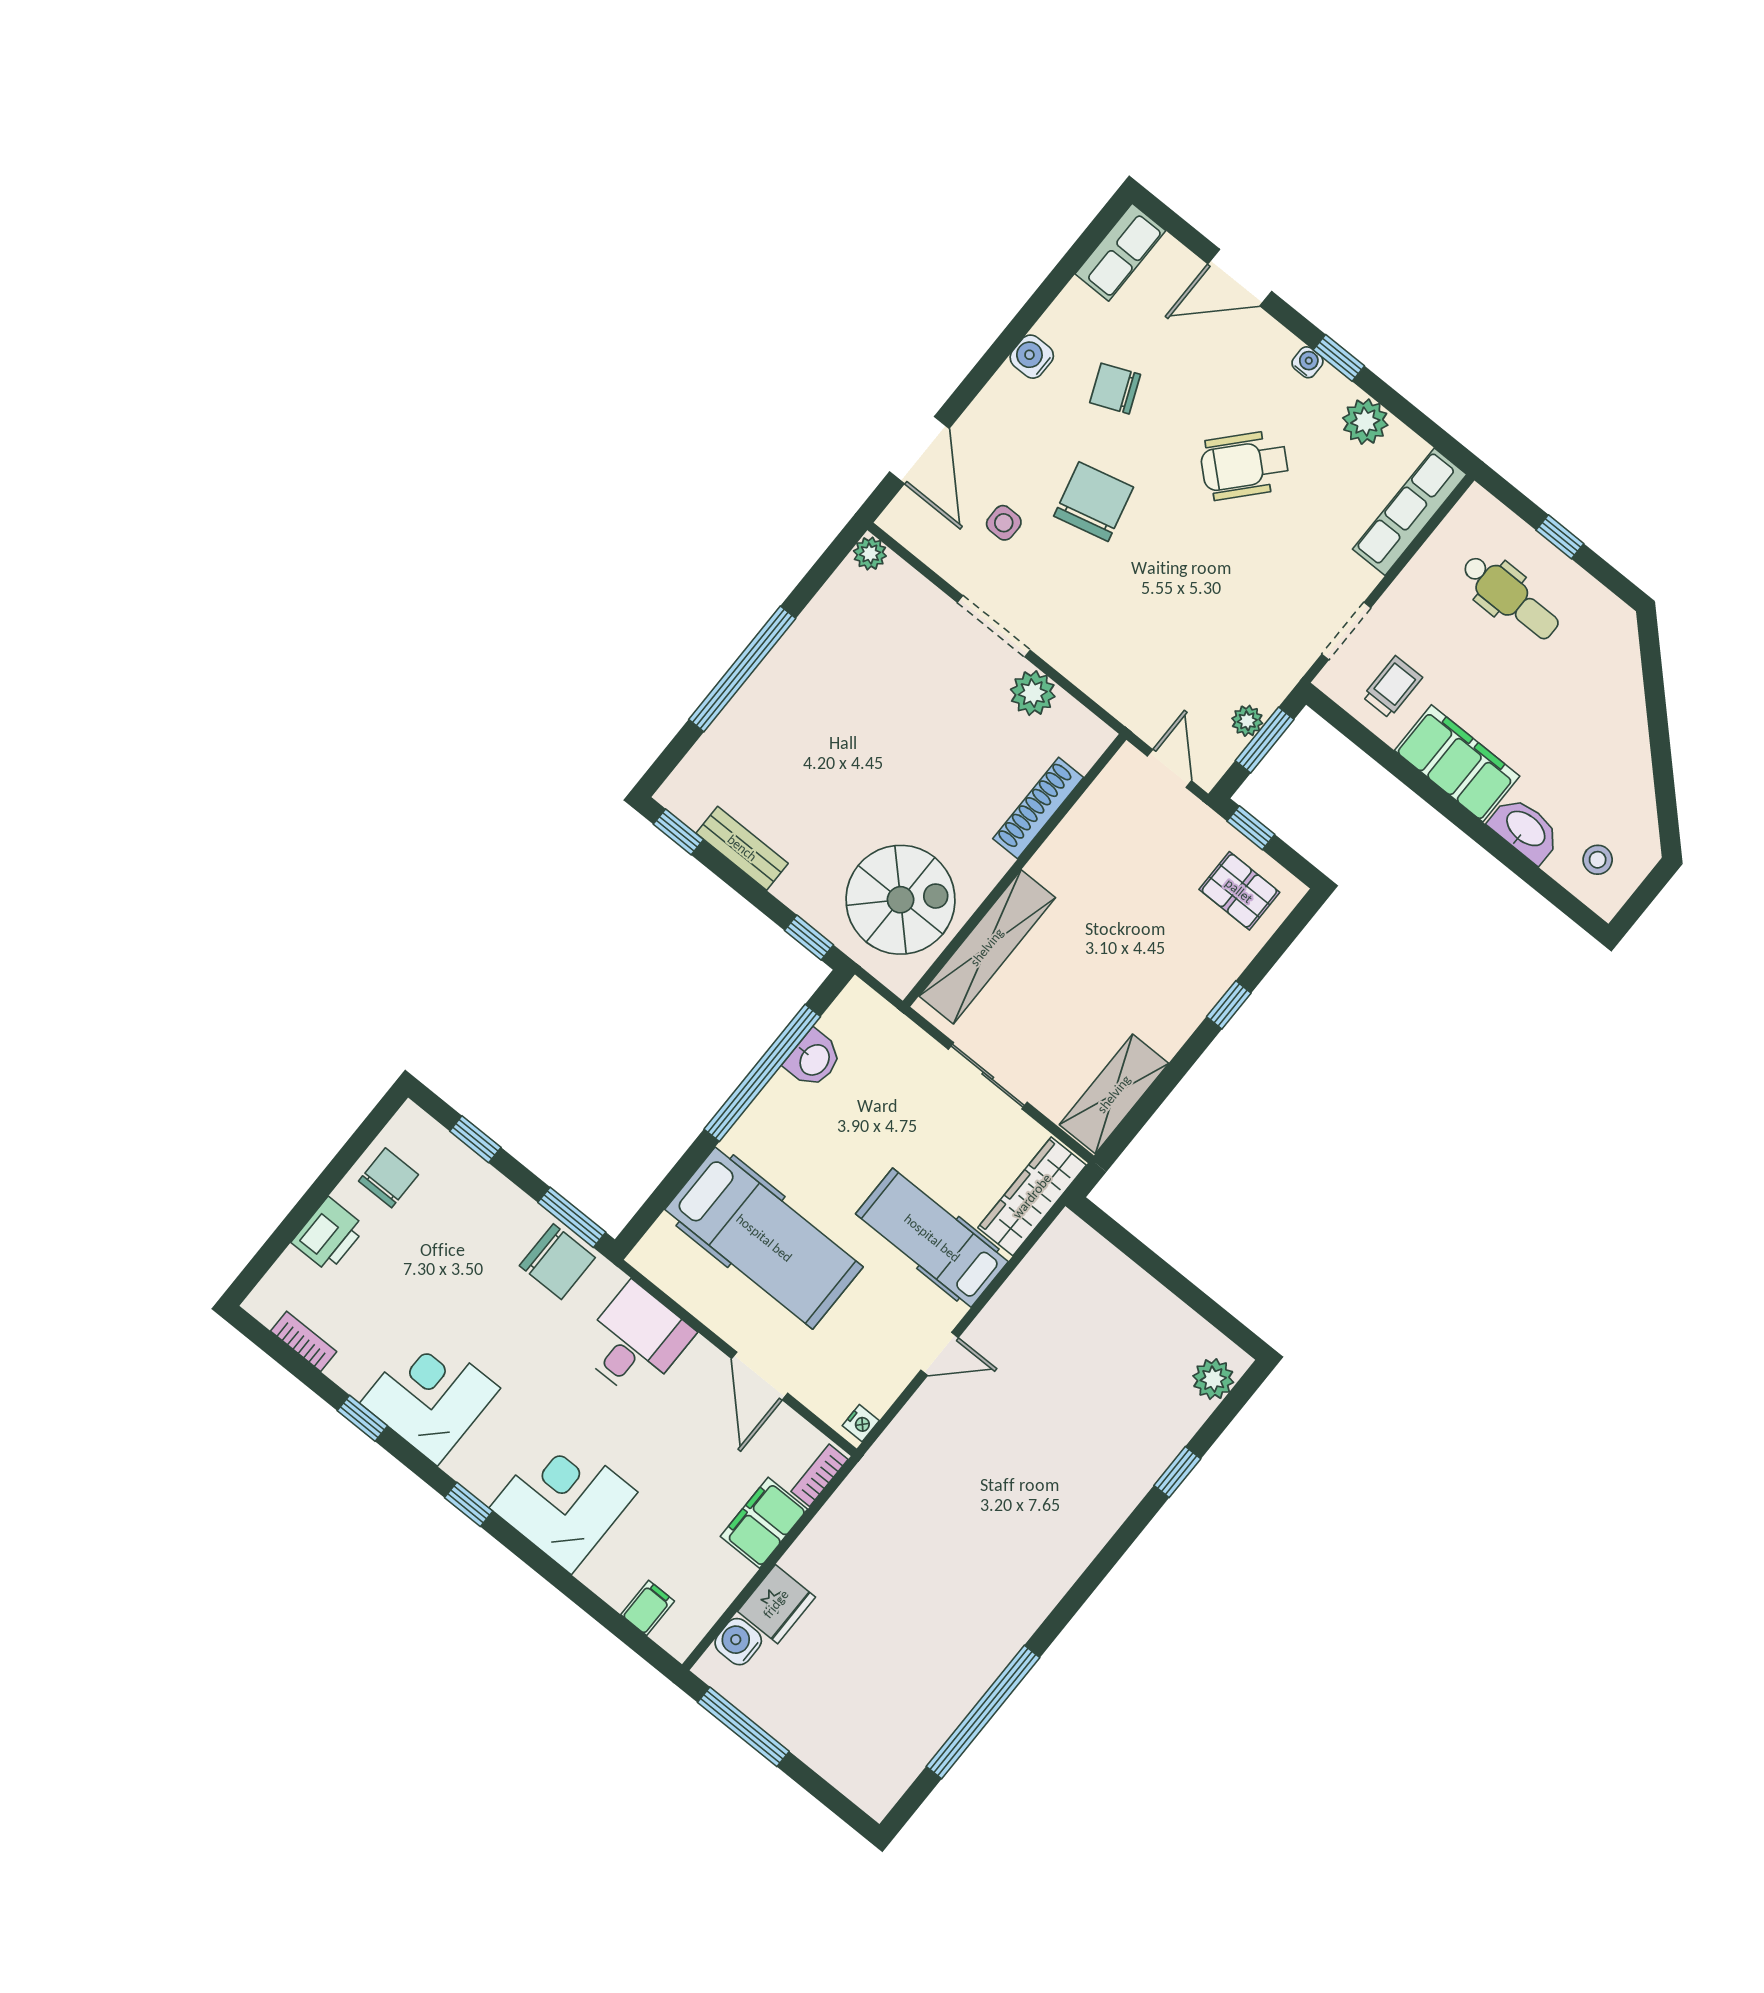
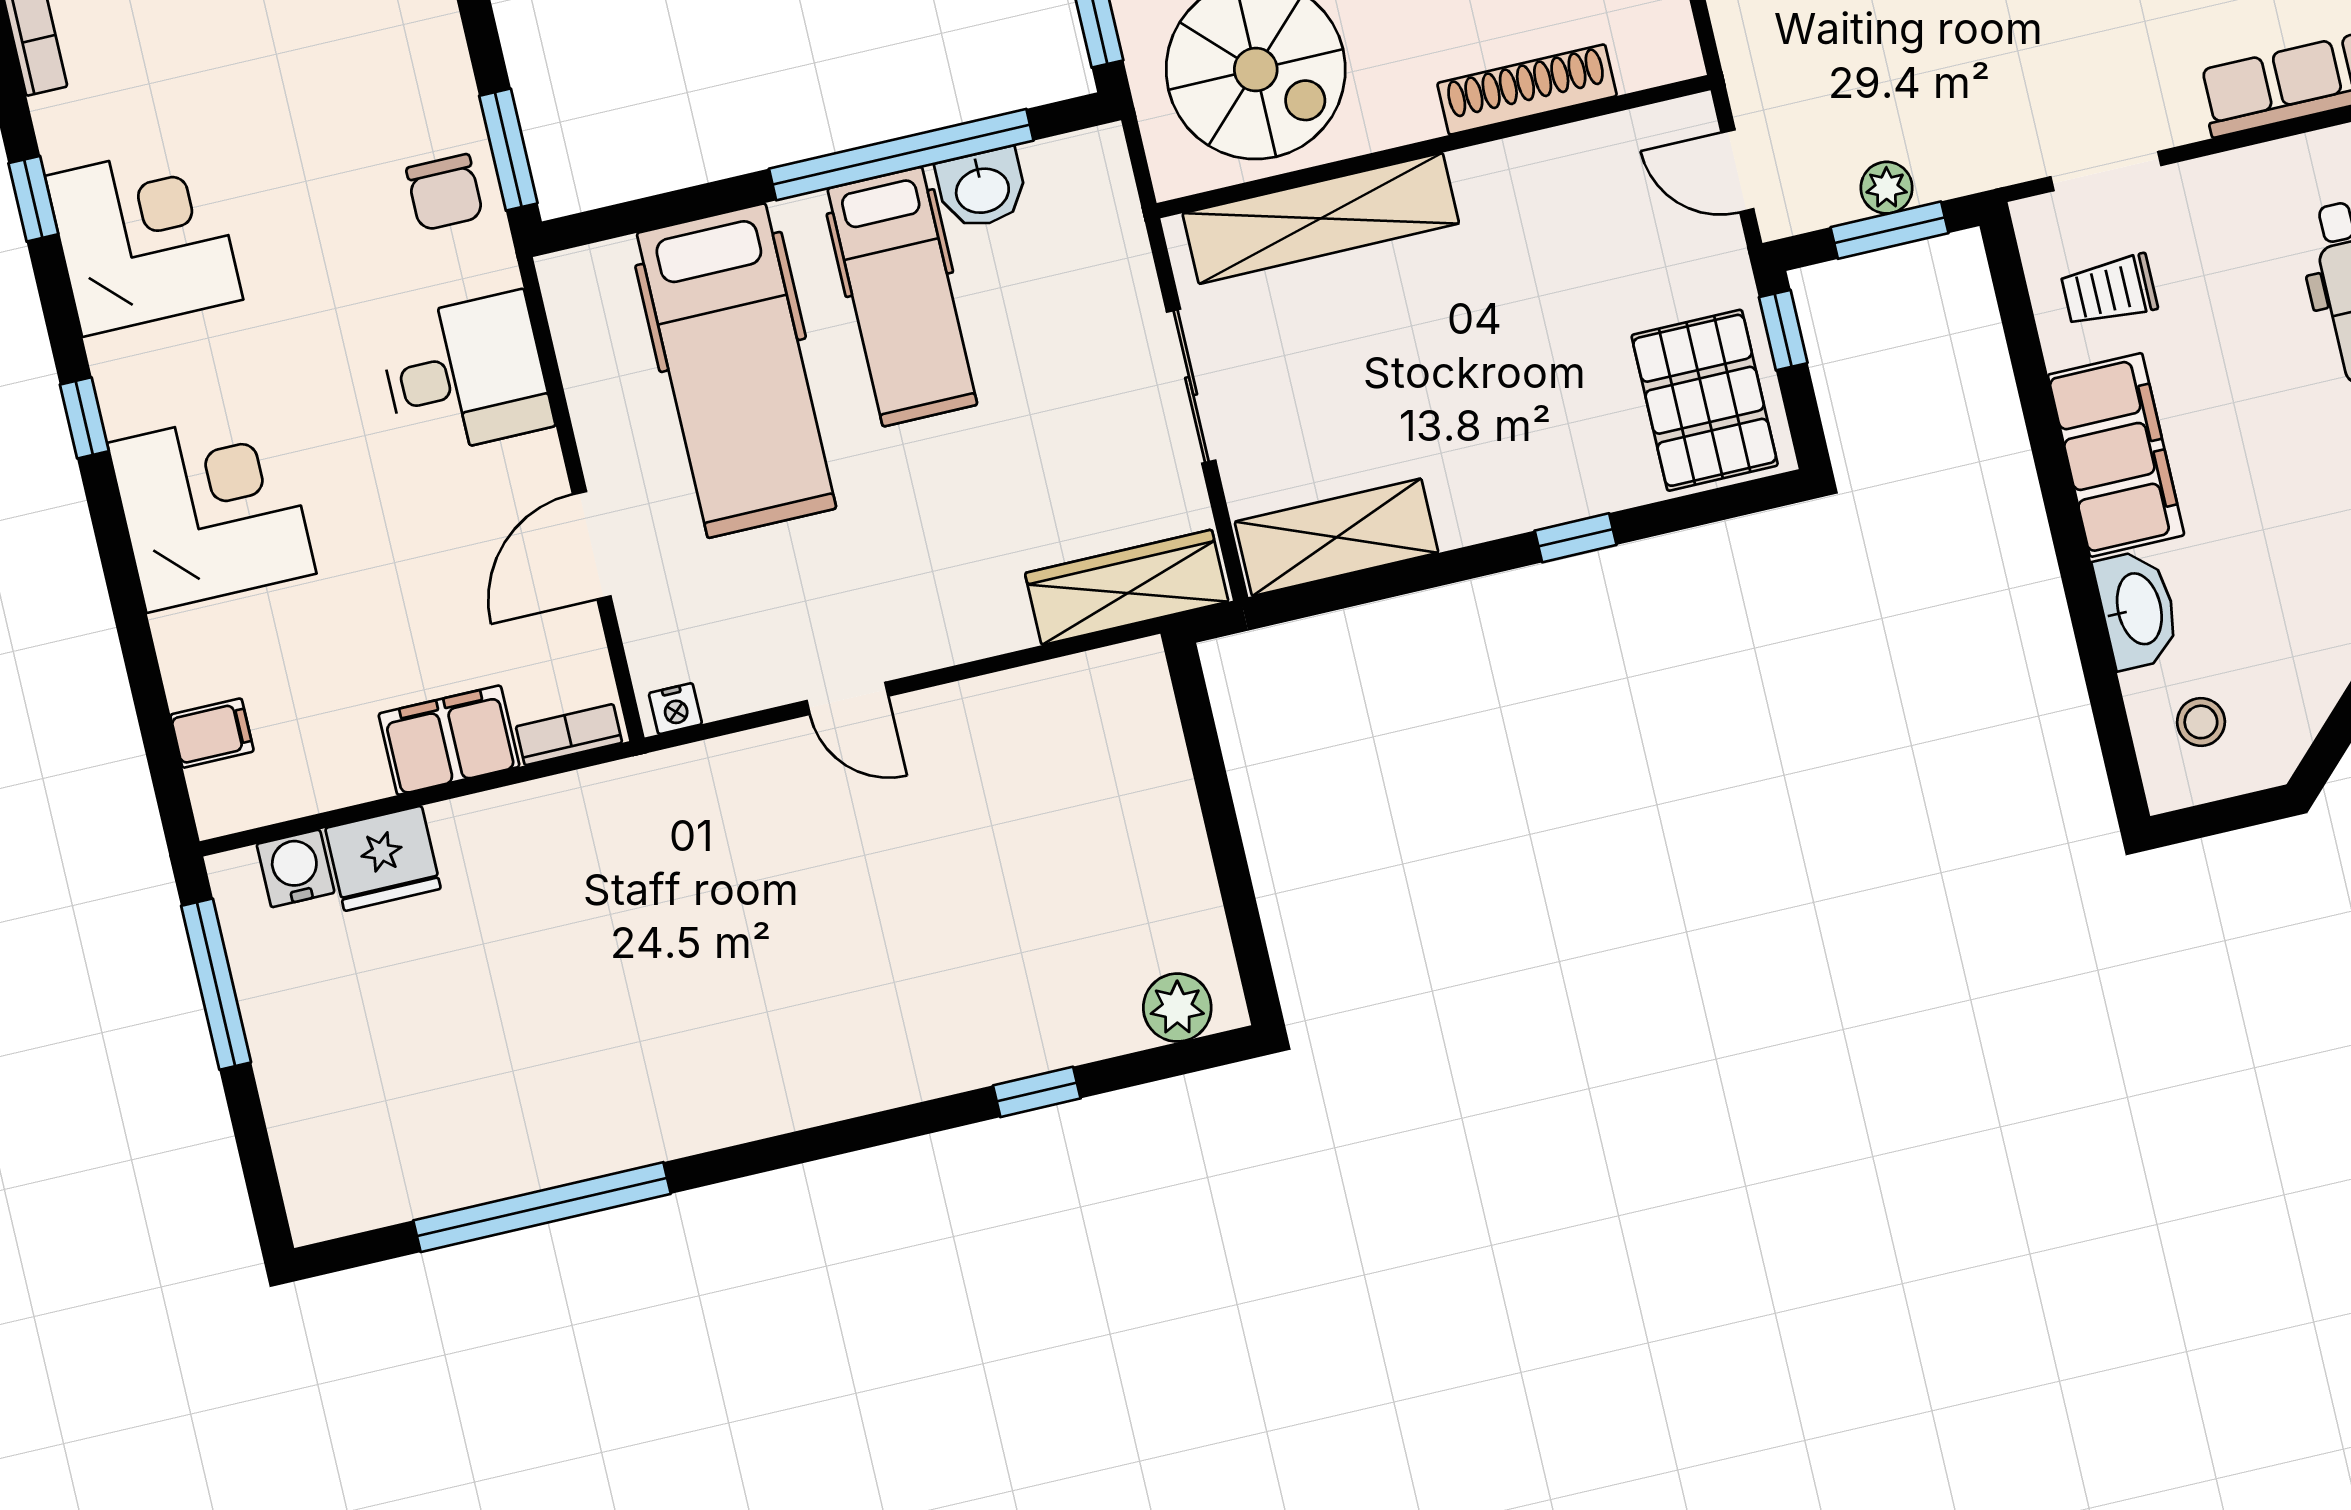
trolley: (1392, 687) -> (2109, 290), turned 180
door: (1169, 768) -> (1737, 171), swing flipped
pallet: (1239, 891) -> (1705, 400), width x1.50, depth x1.42
hospital bed: (932, 1238) -> (902, 297), moved, turned 180
chair: (557, 1262) -> (445, 192), width x0.73, depth x0.73

